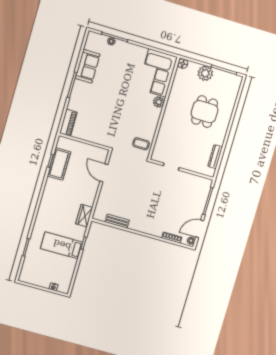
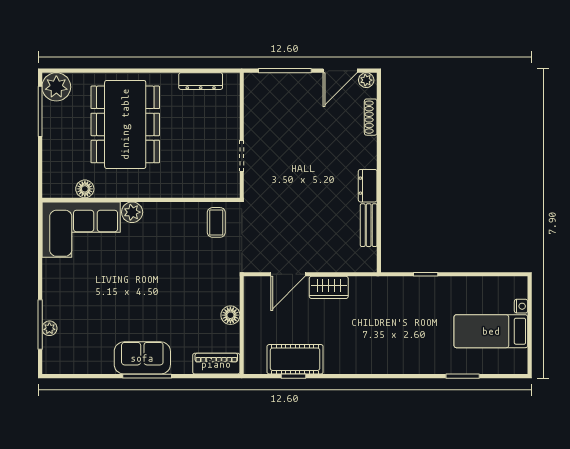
floor lamp: (183, 64) -> (85, 189), moved
sofa: (88, 66) -> (142, 358), moved
plant: (205, 73) -> (56, 87), moved
dining table: (205, 112) -> (125, 124), width x1.87, depth x1.24
floor lamp: (91, 137) -> (230, 315), added
wardrobe: (84, 216) -> (329, 287), moved
dresser: (137, 226) -> (368, 186), added
door: (200, 229) -> (340, 71), hinge flipped
bed: (62, 245) -> (491, 331), moved, turned 90

